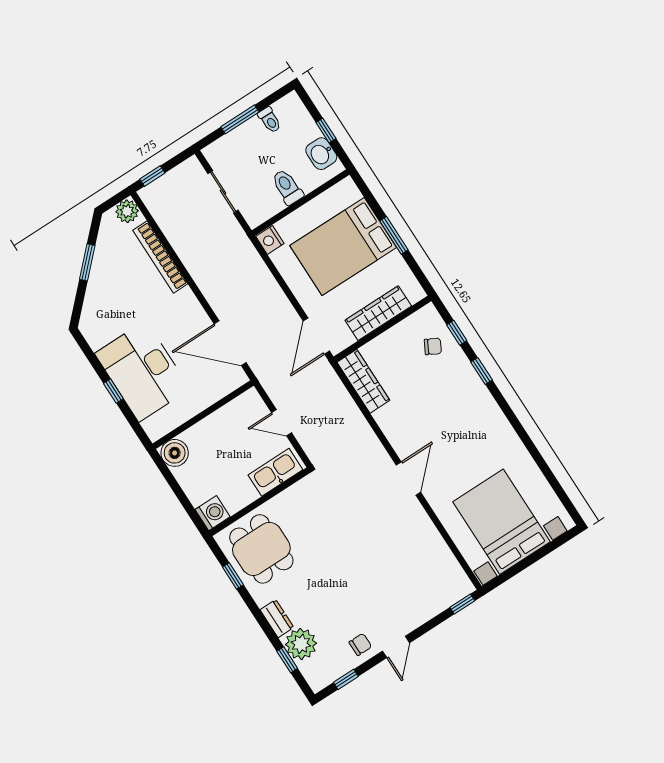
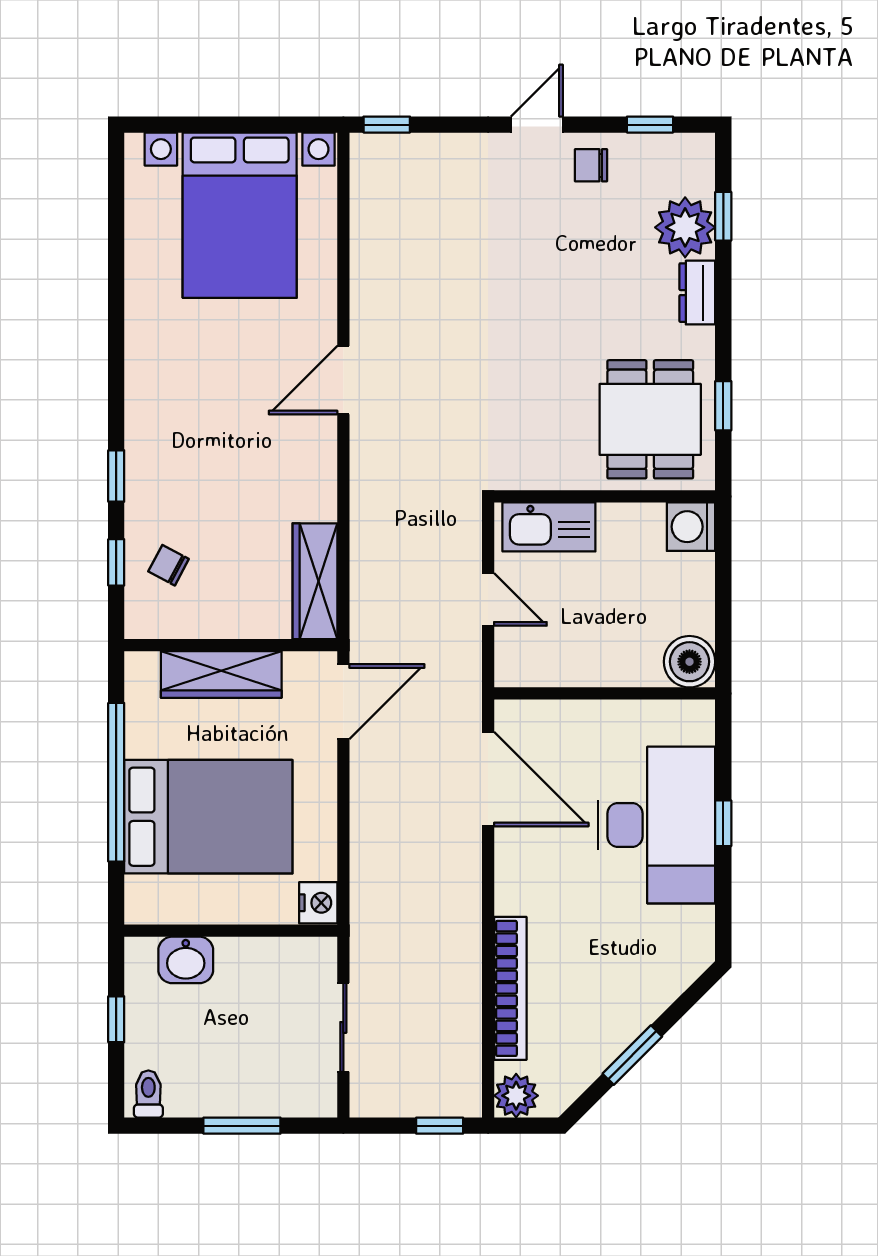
toilet: (270, 120) -> (148, 1094), moved
washbasin: (321, 154) -> (186, 960), moved, turned 90
toilet: (287, 187) -> (236, 969), removed
window: (394, 235) -> (116, 782), width x2.11

